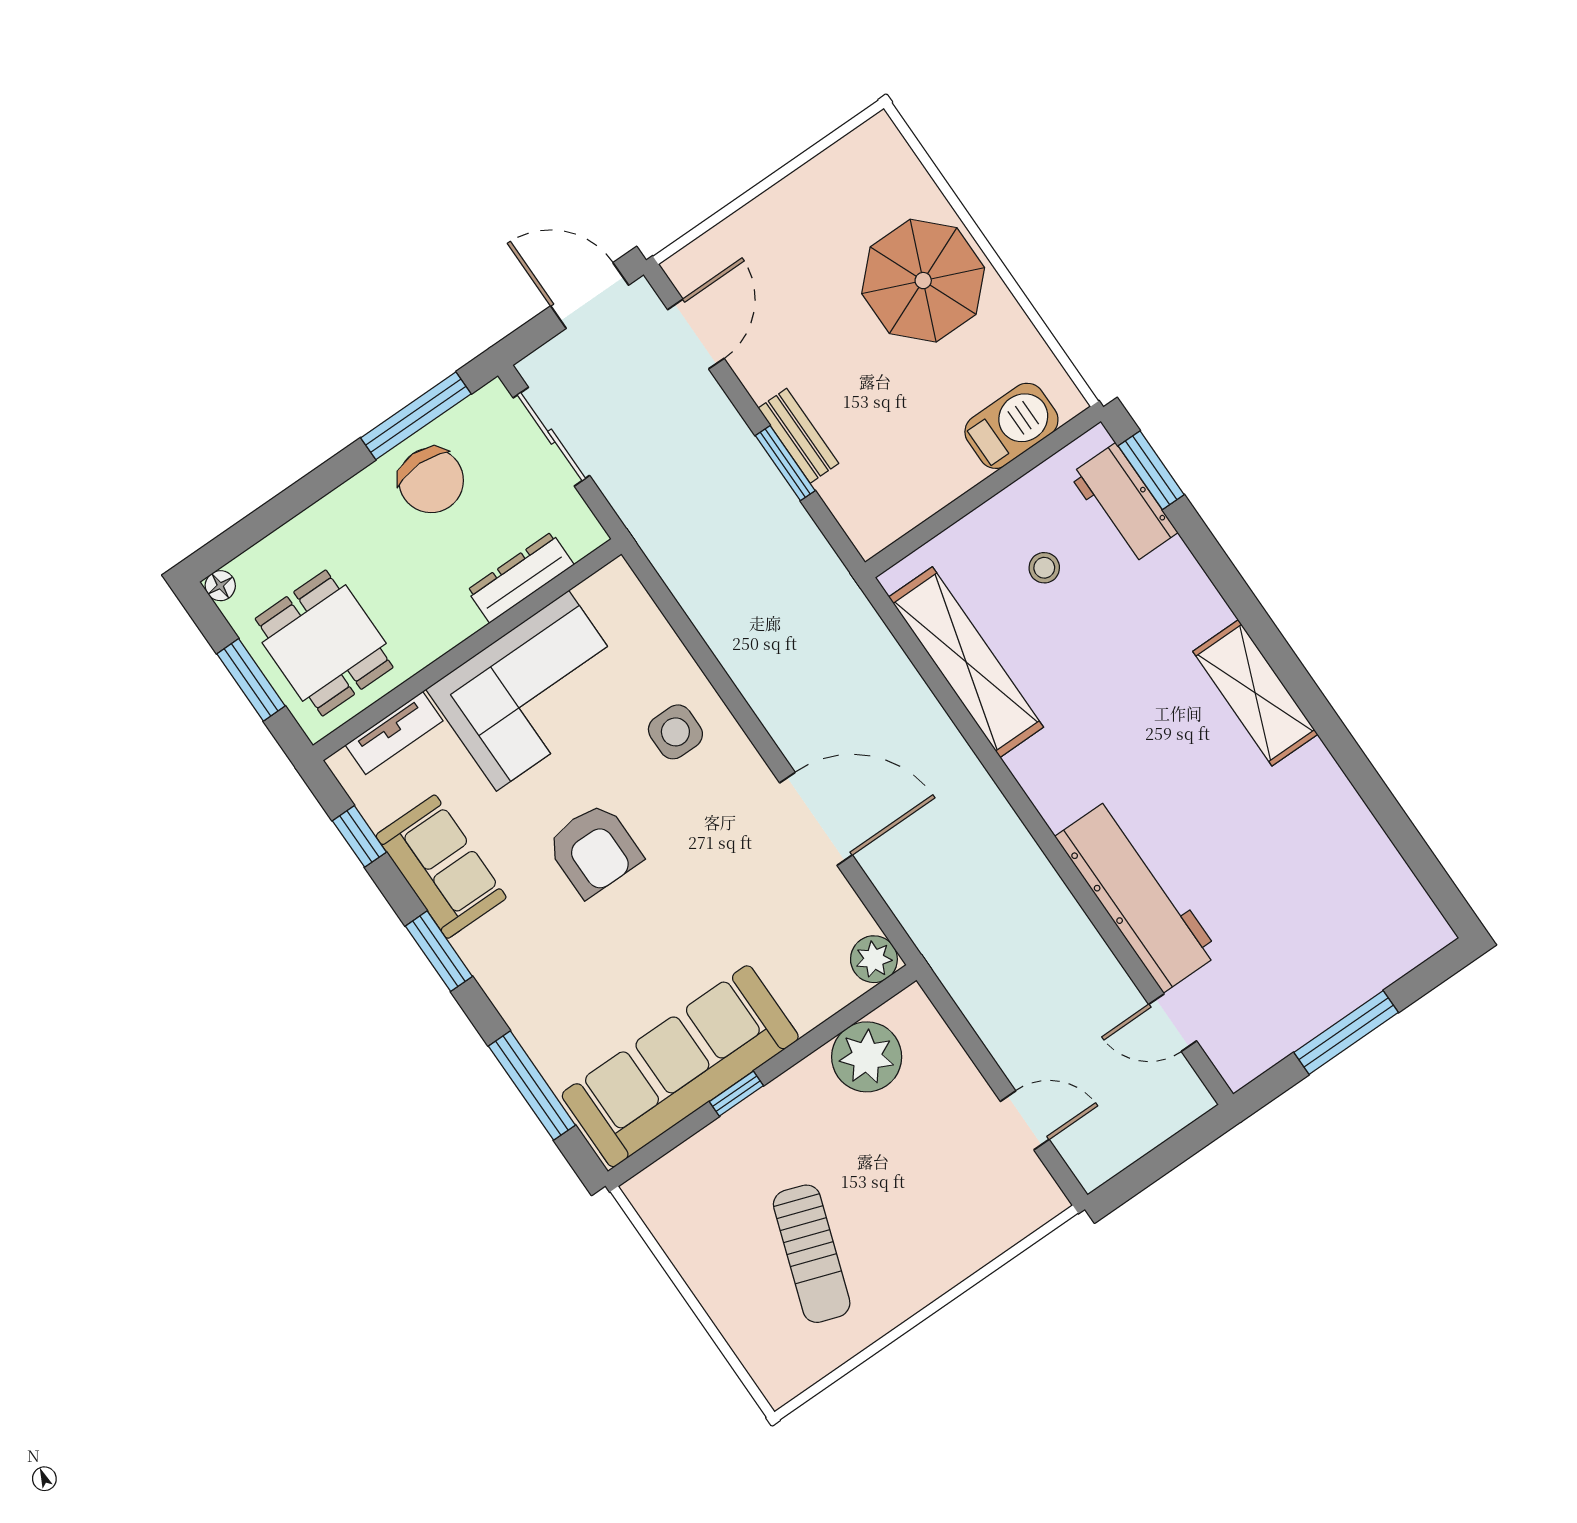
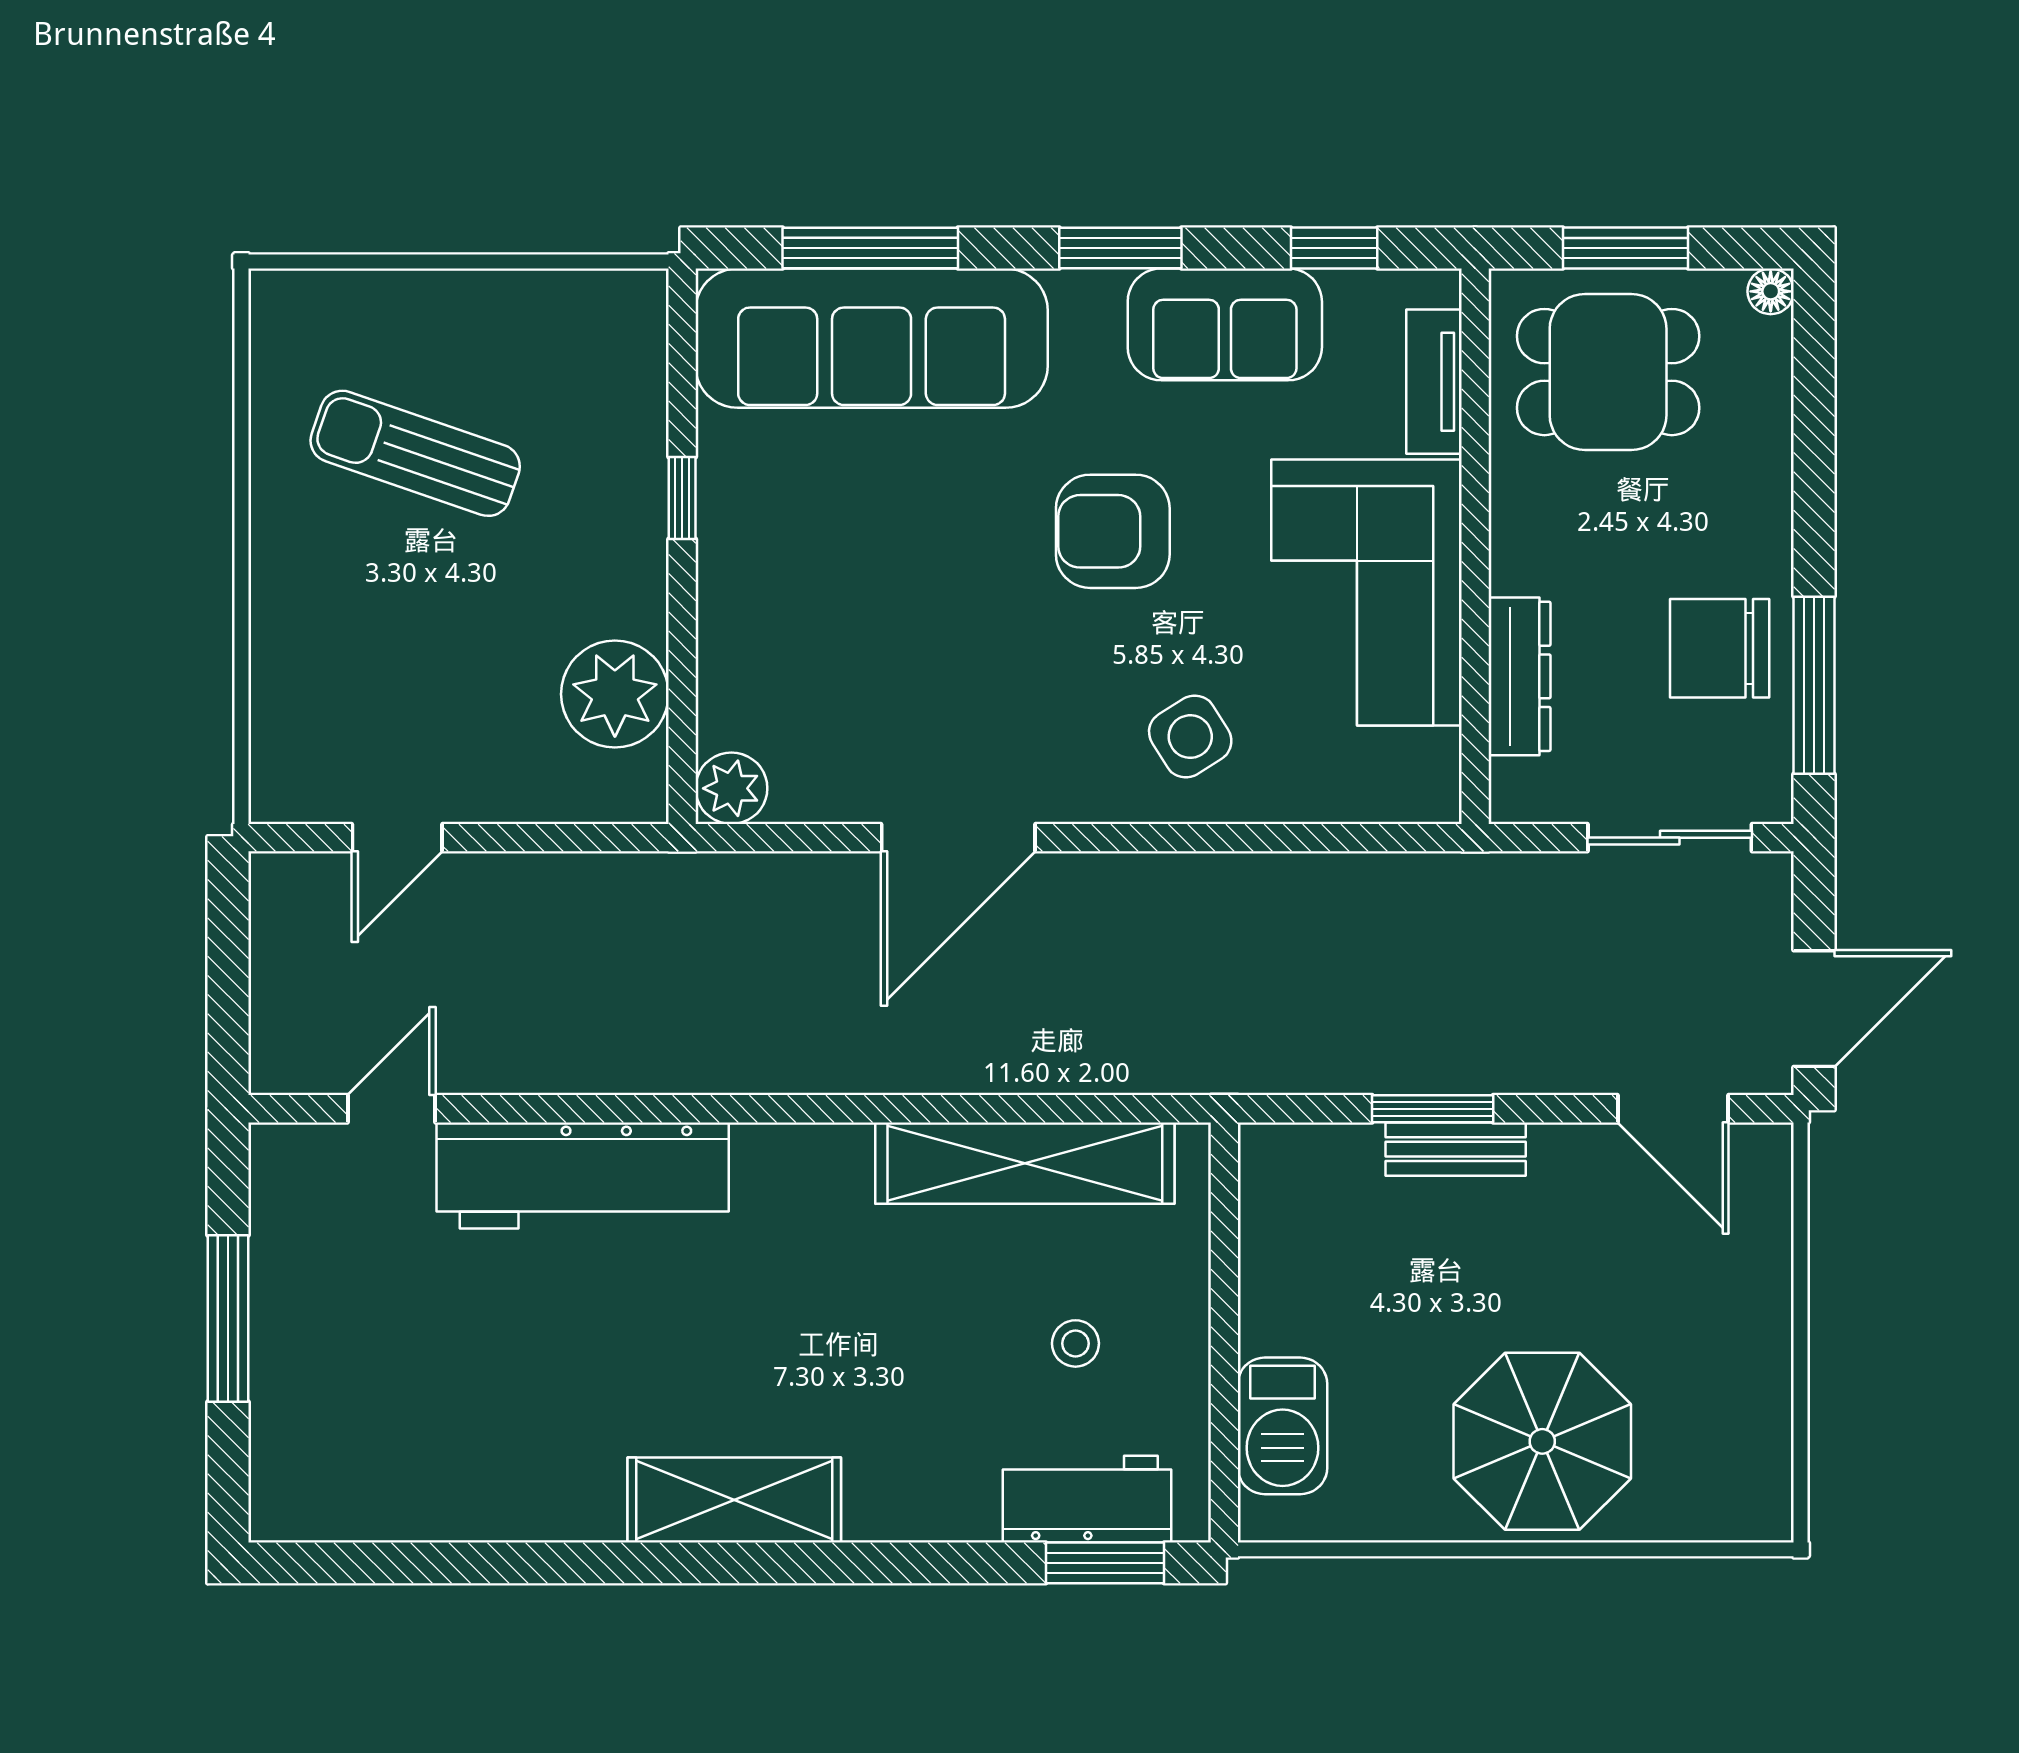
side table: (675, 732) -> (1190, 737), turned -32
sofa: (680, 1066) -> (872, 338), moved, turned 90

